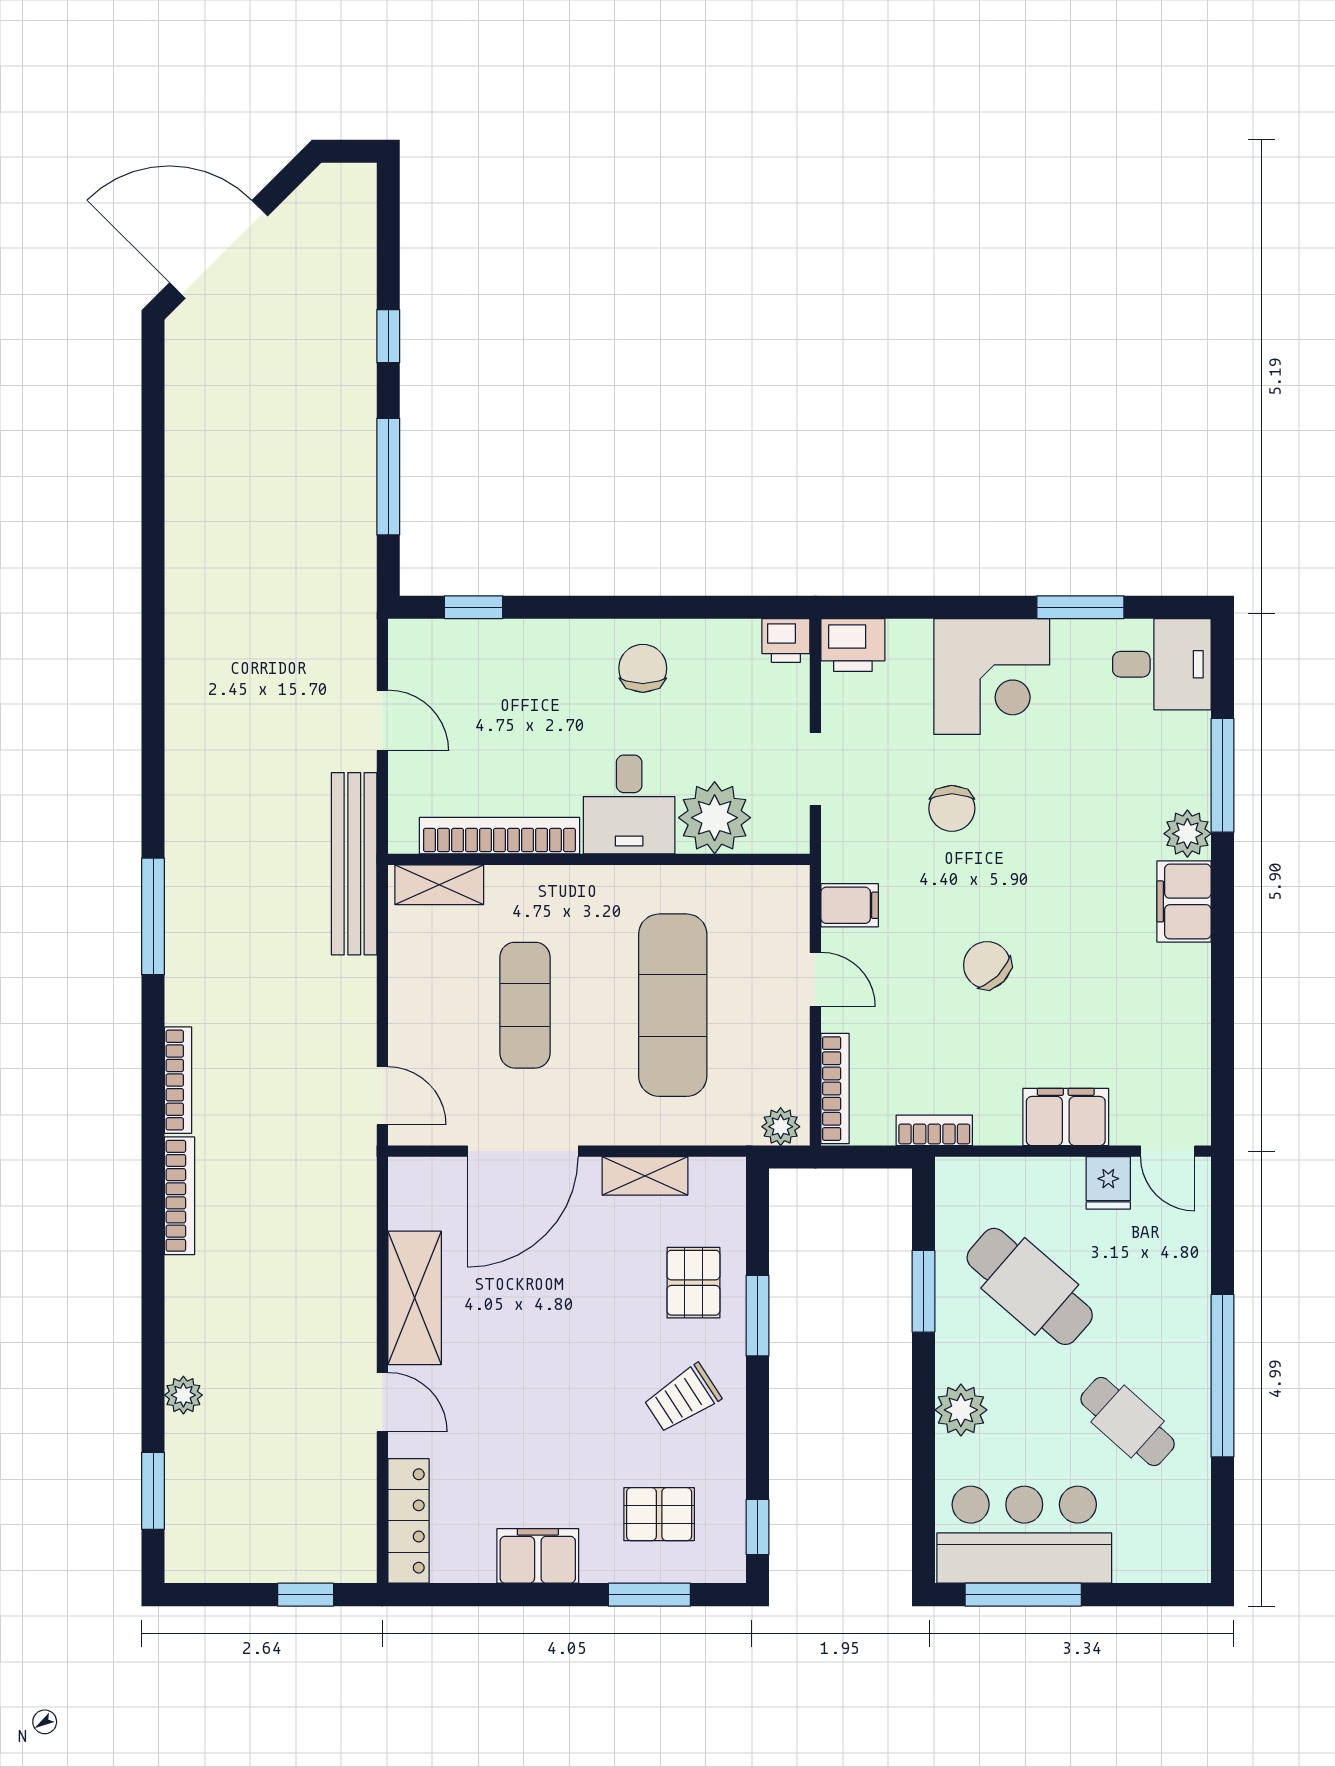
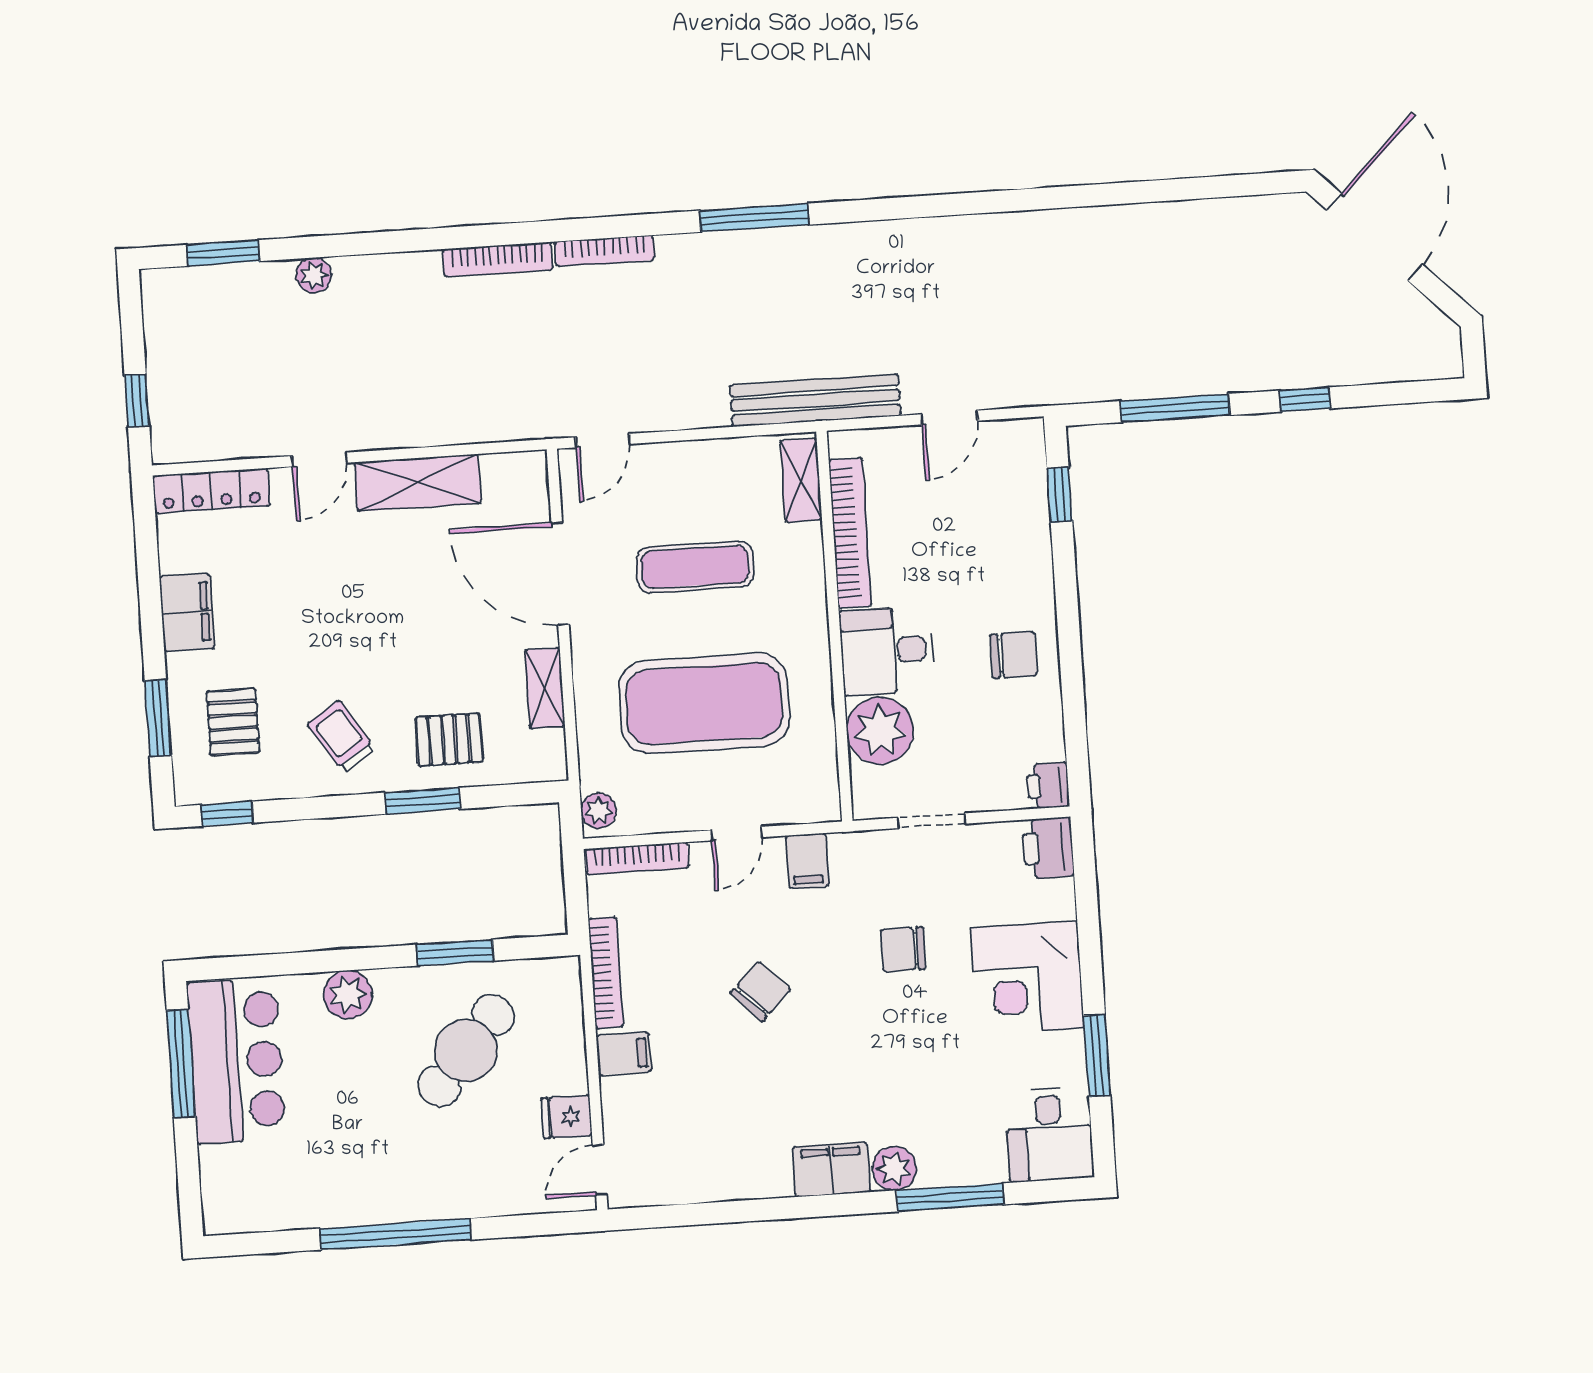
exercise mat: (673, 1005) -> (704, 703), width x1.47
filing cabinet: (1066, 1117) -> (624, 1054), width x0.50
bookcase: (934, 1130) -> (606, 973), width x1.56
cafe table: (1128, 1421) -> (347, 1149), removed

